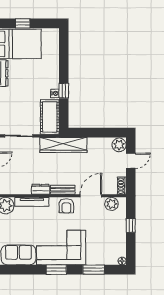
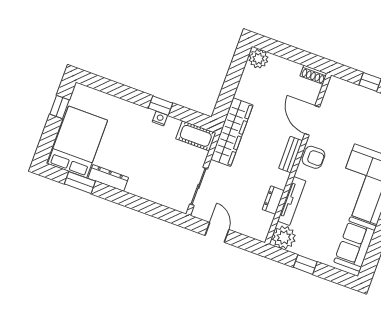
window: (23, 23) -> (59, 107), moved
cot: (50, 117) -> (196, 136), width x0.73, depth x0.75
door: (131, 161) -> (285, 51), removed
dresser: (41, 189) -> (273, 200), moved
plant: (111, 204) -> (333, 97), removed

